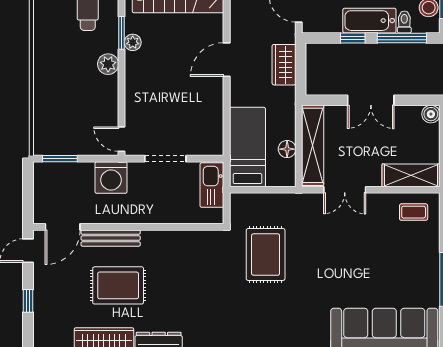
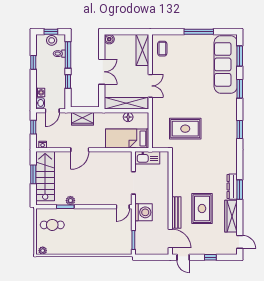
bathtub: (369, 21) -> (59, 72), removed
door: (227, 60) -> (80, 150), hinge flipped
plant: (108, 64) -> (82, 214), removed

